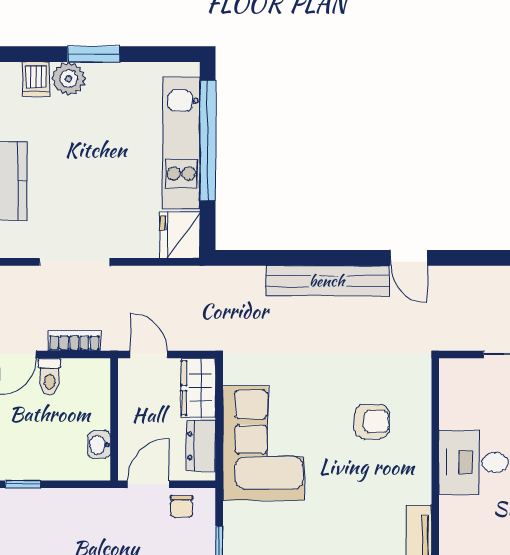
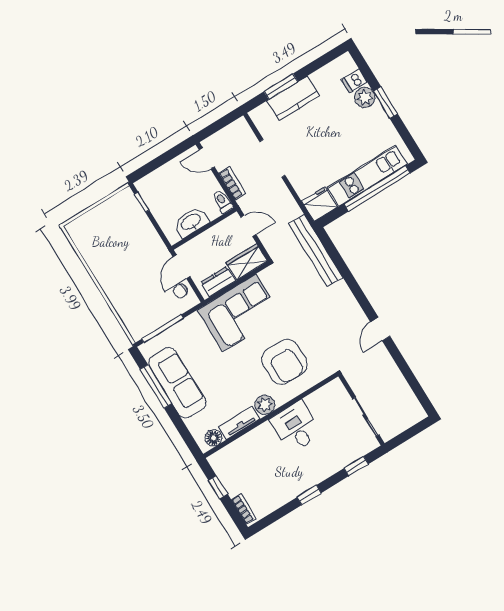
bench: (327, 281) -> (316, 250), moved
door: (149, 355) -> (248, 226), hinge flipped
toilet: (50, 377) -> (223, 201), moved, turned 90
armchair: (372, 421) -> (284, 362), width x1.88, depth x1.88
washbasin: (99, 445) -> (191, 222), width x1.91, depth x1.45
door: (148, 484) -> (181, 267), swing flipped
plant: (415, 487) -> (265, 405), added

